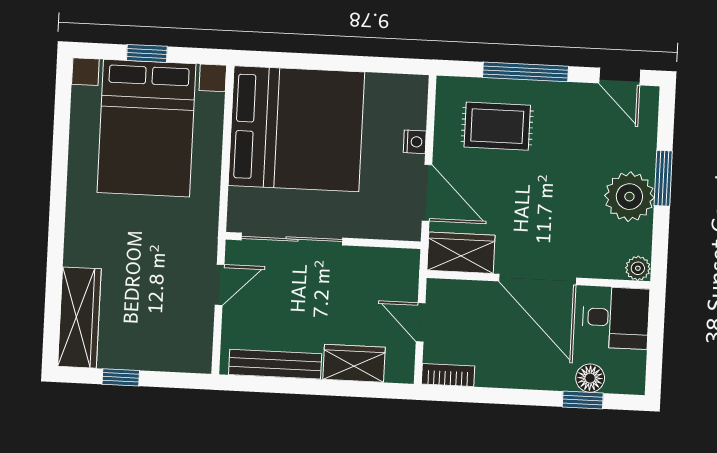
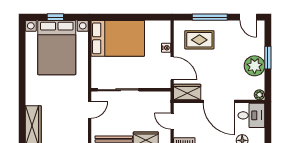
bed: (296, 129) -> (118, 38), width x0.73

